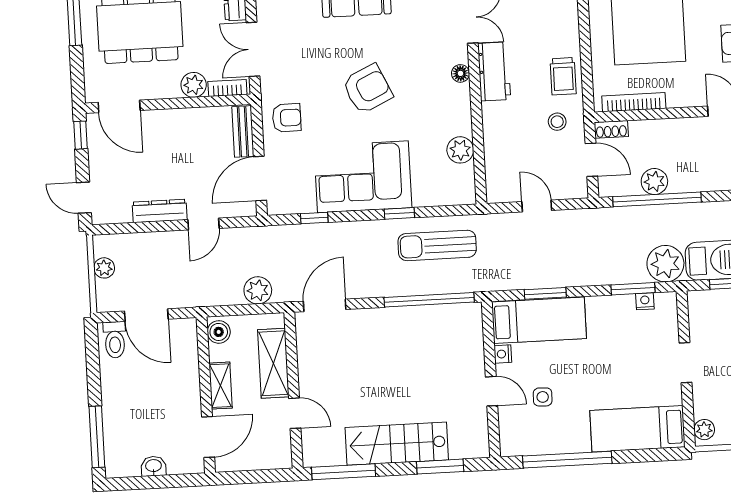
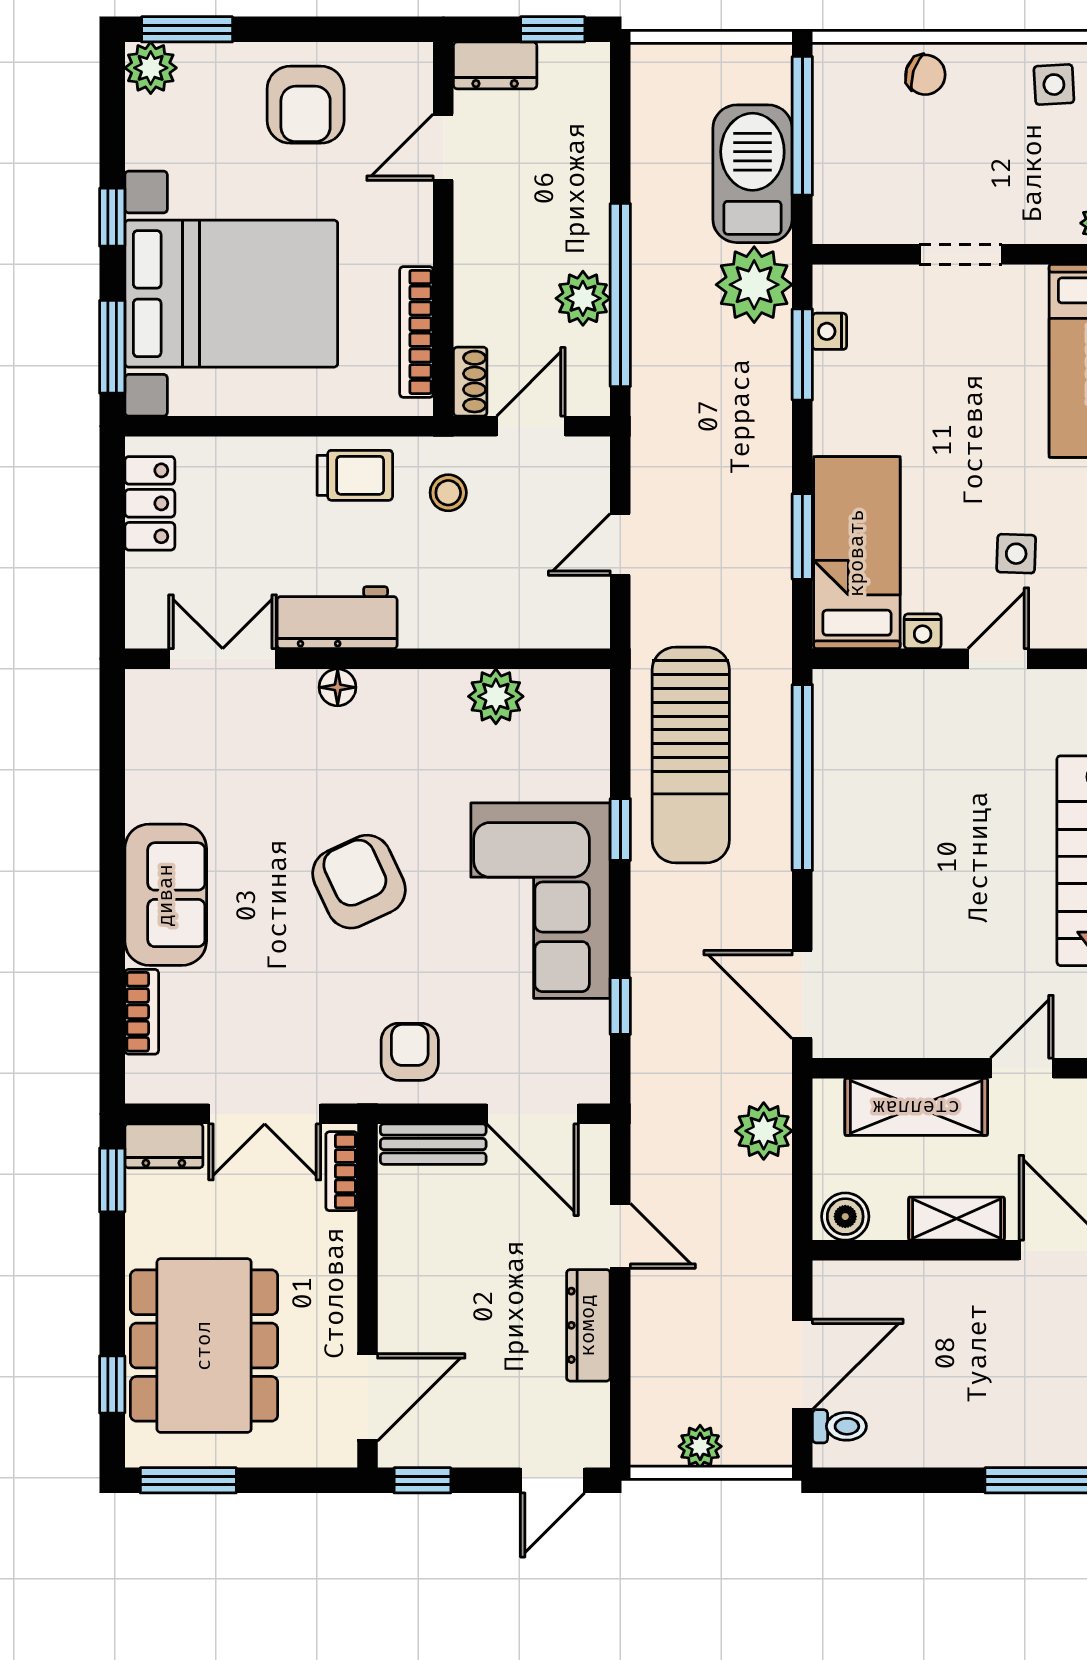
plant: (194, 85) -> (331, 1241), removed
sun lounger: (437, 245) -> (691, 755), width x1.36, depth x1.34
toilet: (115, 340) -> (839, 1426), width x0.73, depth x0.72

